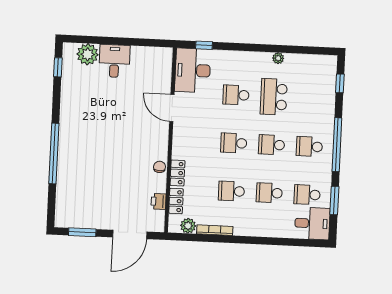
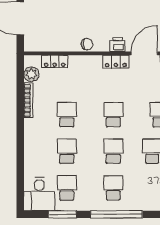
locker: (177, 173) -> (116, 62), moved
printer: (159, 201) -> (117, 45), moved

